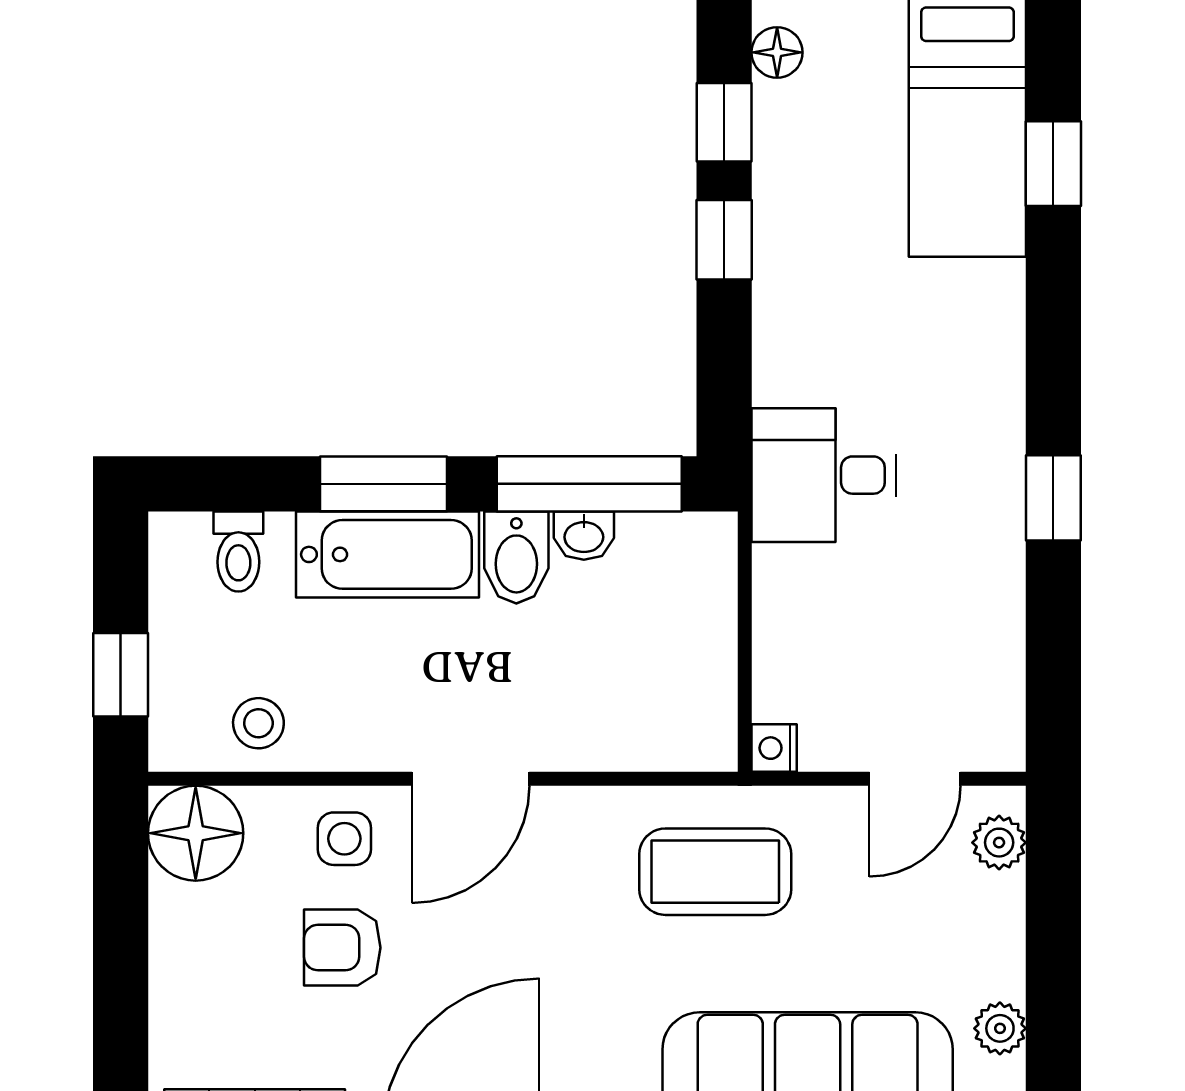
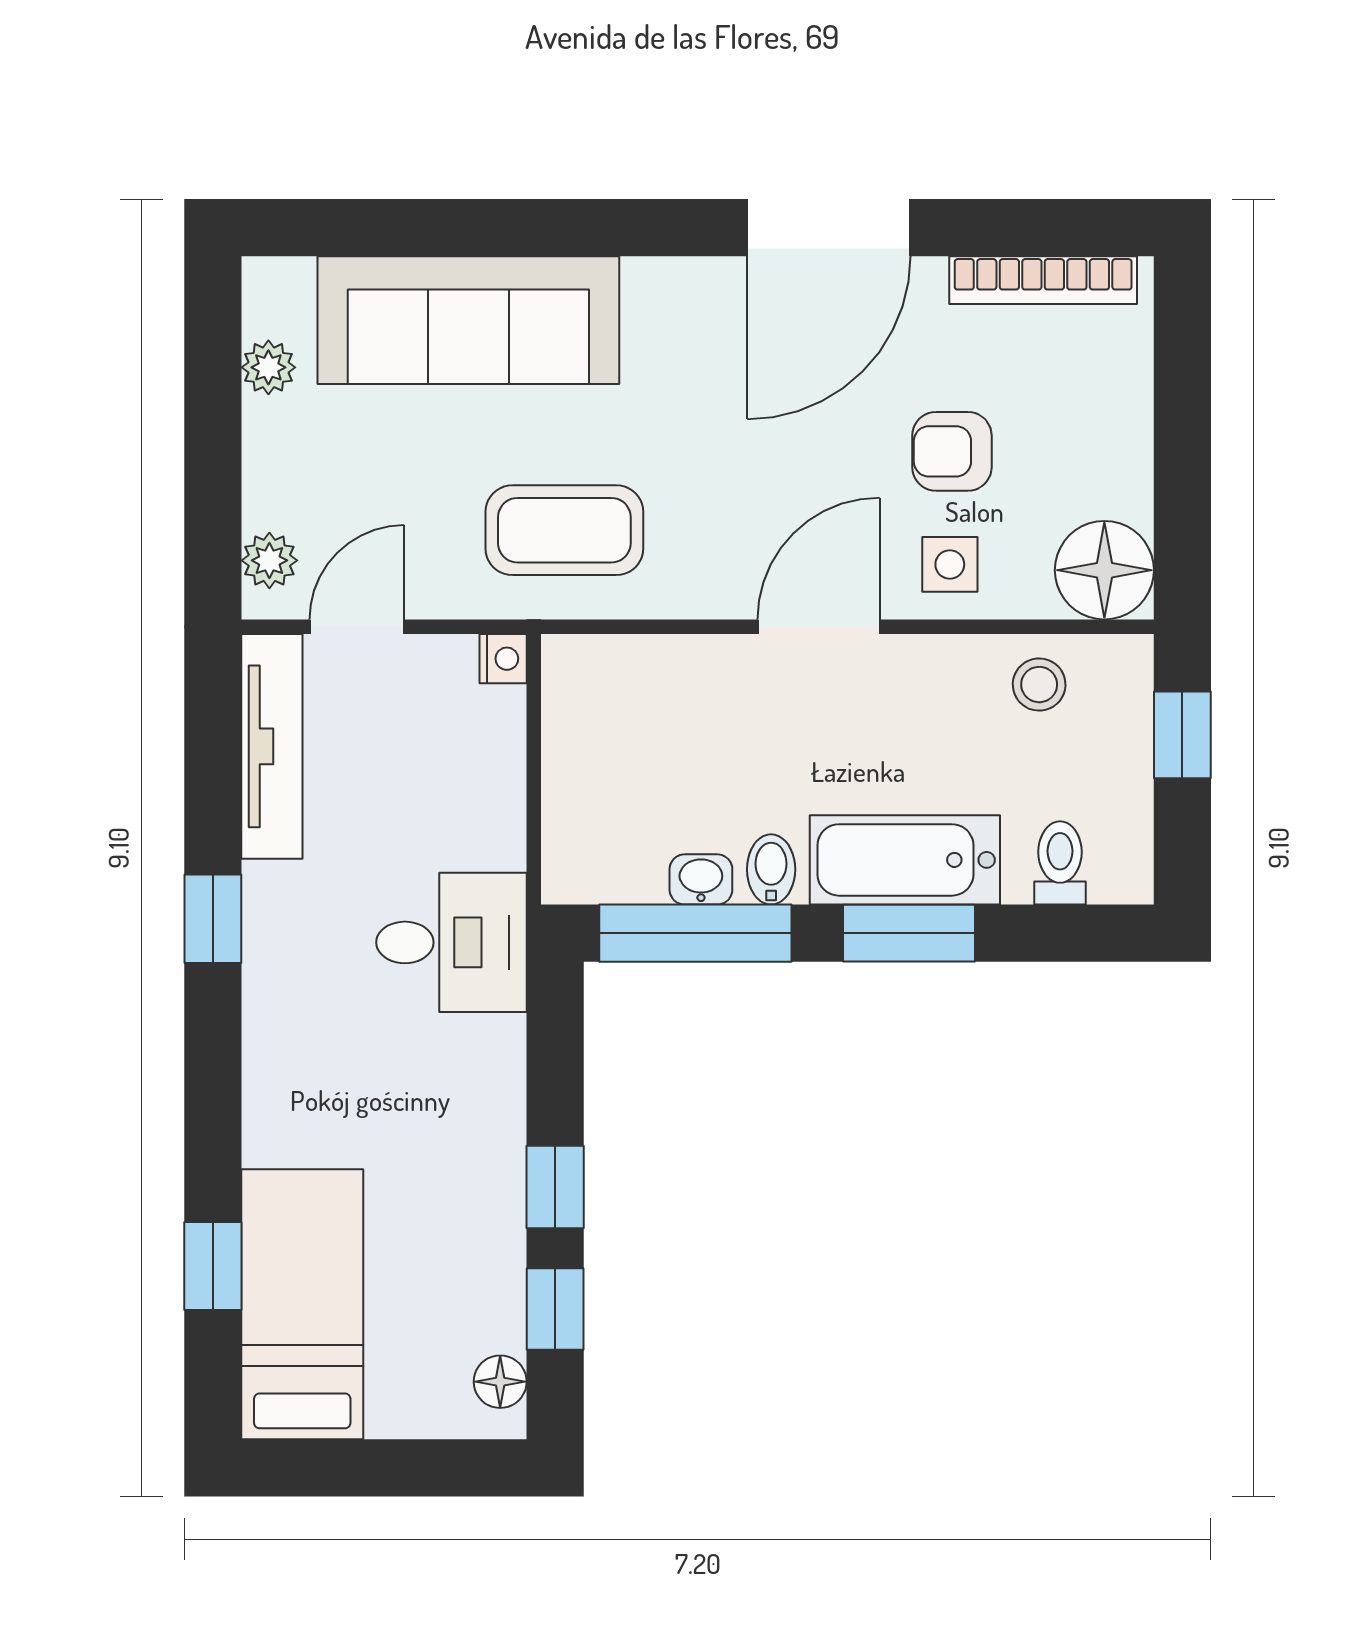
bidet: (516, 557) -> (771, 869), width x0.72, depth x0.74
tv unit: (997, 664) -> (272, 746), added
armchair: (342, 948) -> (952, 451), turned 180

